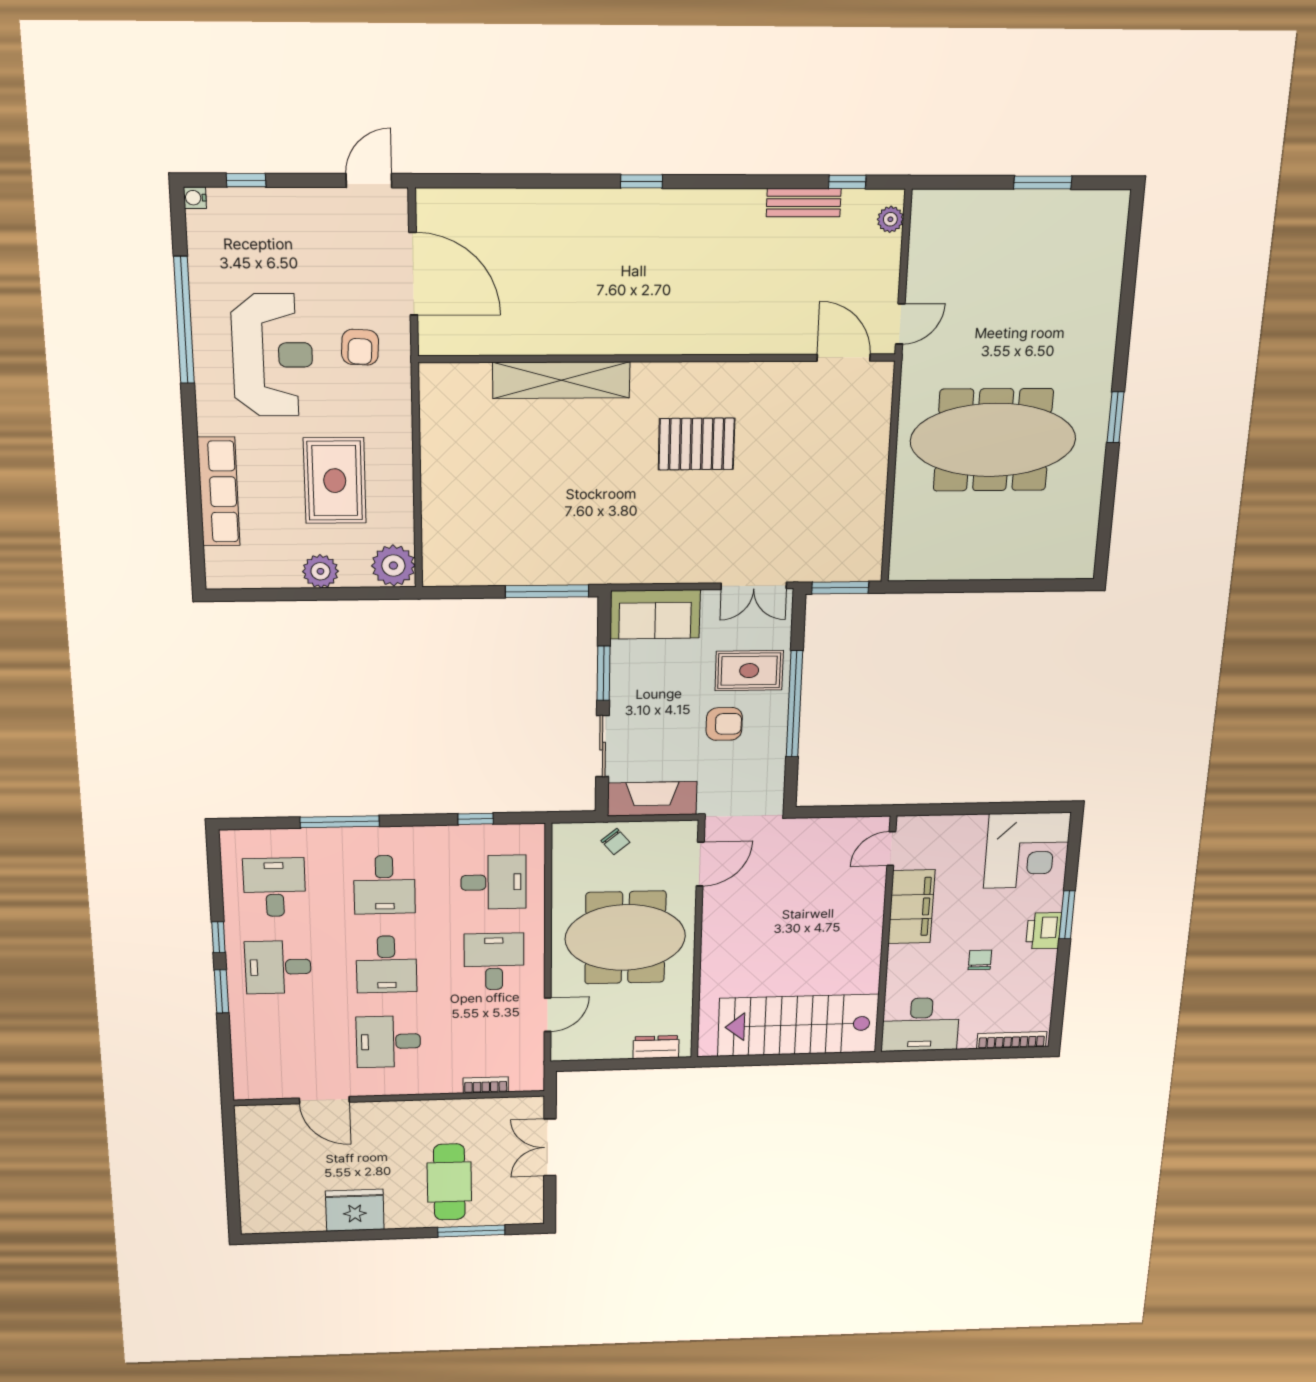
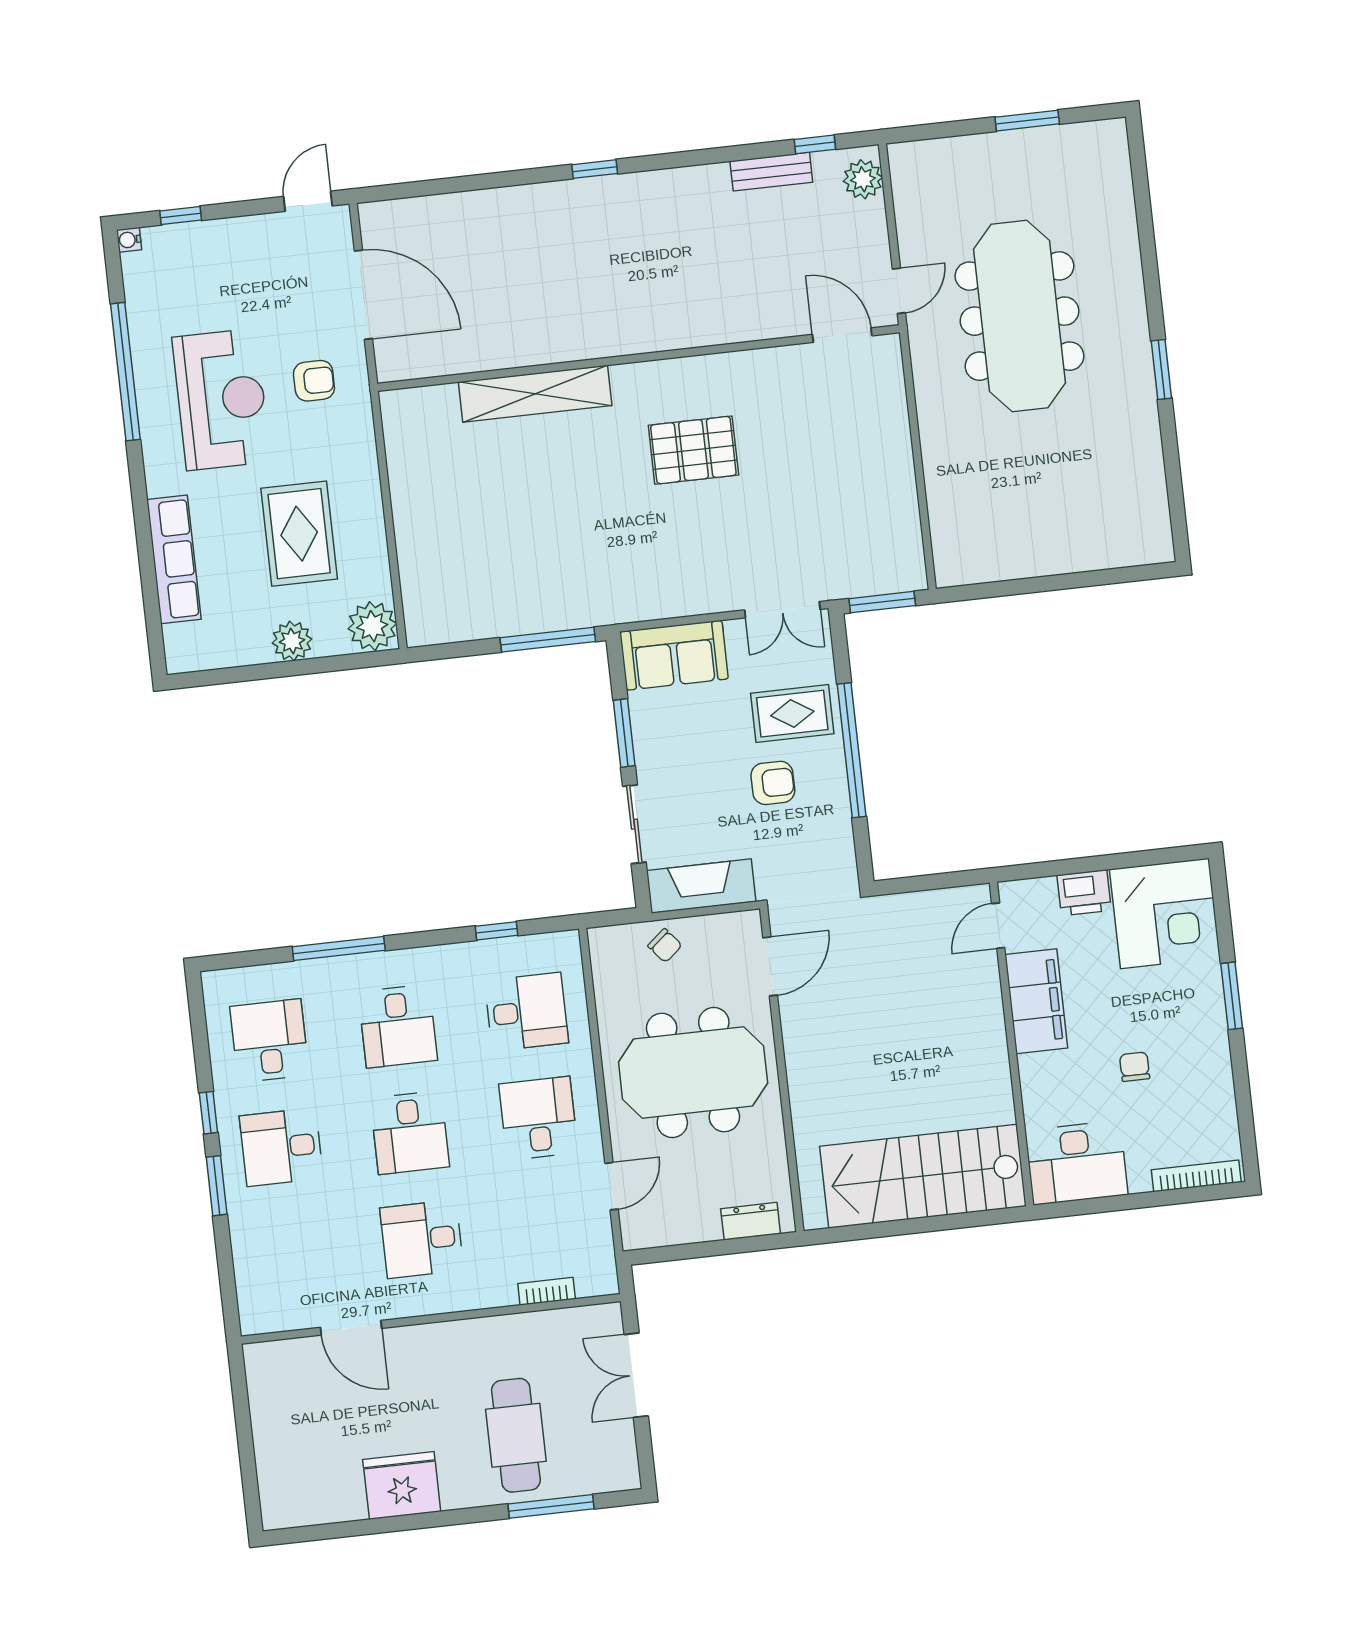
plant: (890, 219) -> (863, 179), width x1.38, depth x1.38
armchair: (360, 347) -> (314, 381), turned -93
meeting table: (993, 440) -> (1019, 316), moved, turned 90
printer: (1043, 931) -> (1084, 893), moved, turned -90

